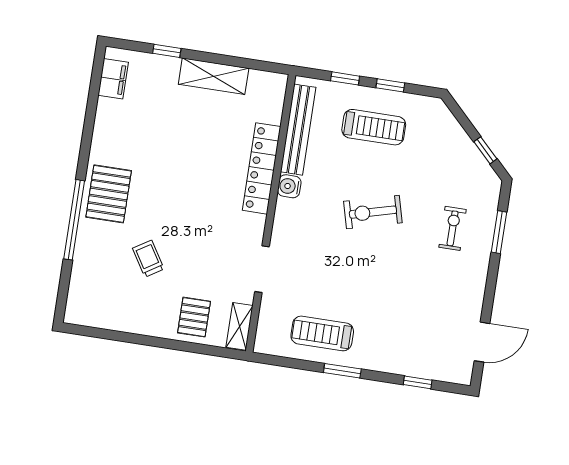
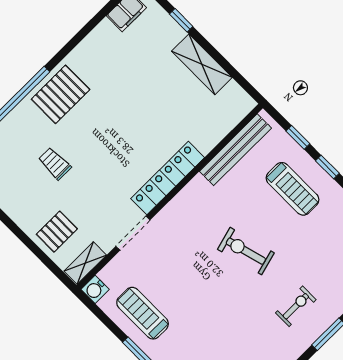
locker: (262, 168) -> (168, 178), moved
water cooler: (289, 186) -> (95, 289), moved, turned -90
trolley: (148, 259) -> (55, 164), turned -58

